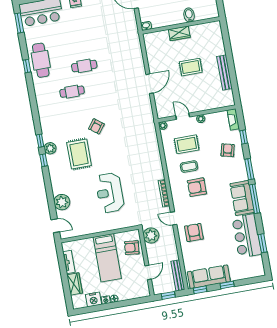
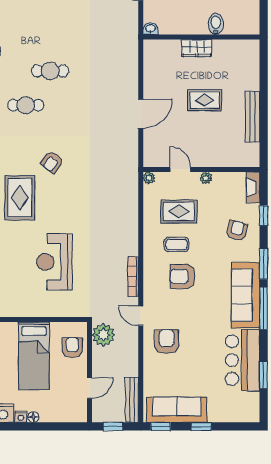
sofa: (242, 198) -> (246, 295), width x1.36
armchair: (132, 248) -> (72, 348), turned 84

